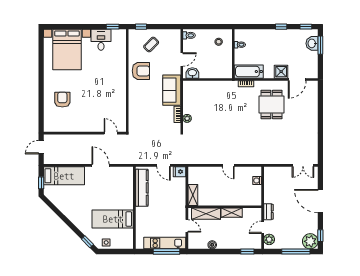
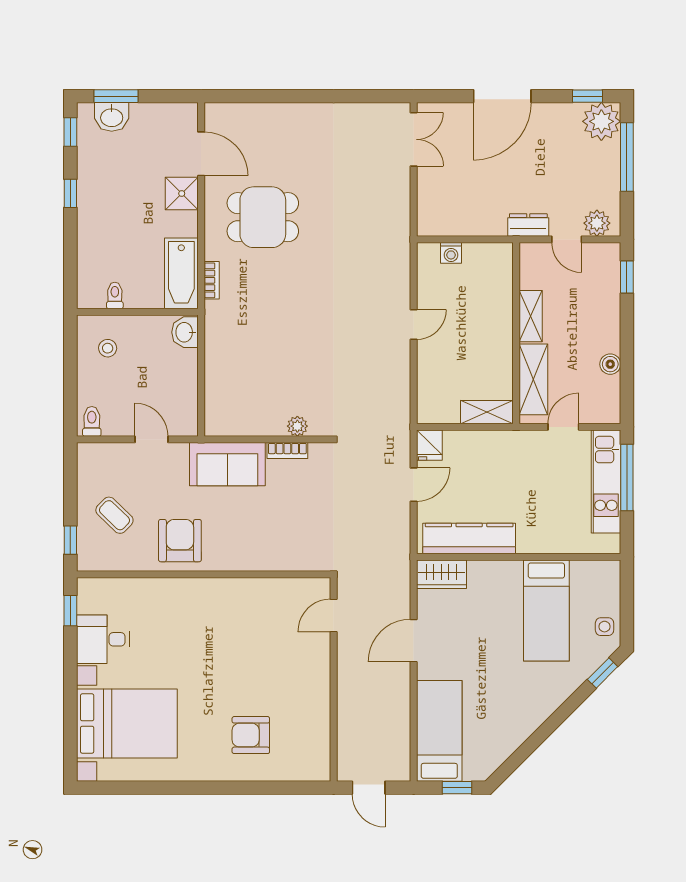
washbasin: (192, 73) -> (185, 332), moved
wardrobe: (127, 177) -> (441, 574), added

